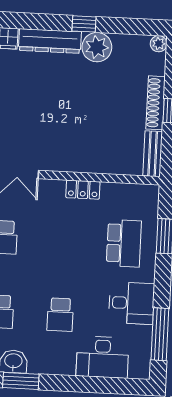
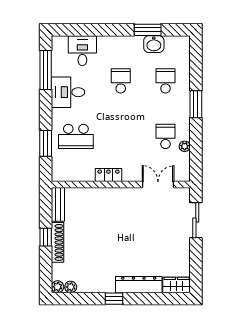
plant: (97, 47) -> (71, 287), moved, width x0.53, depth x0.53
school desk: (124, 243) -> (76, 136), turned -90
desk: (102, 357) -> (82, 51), width x0.73

